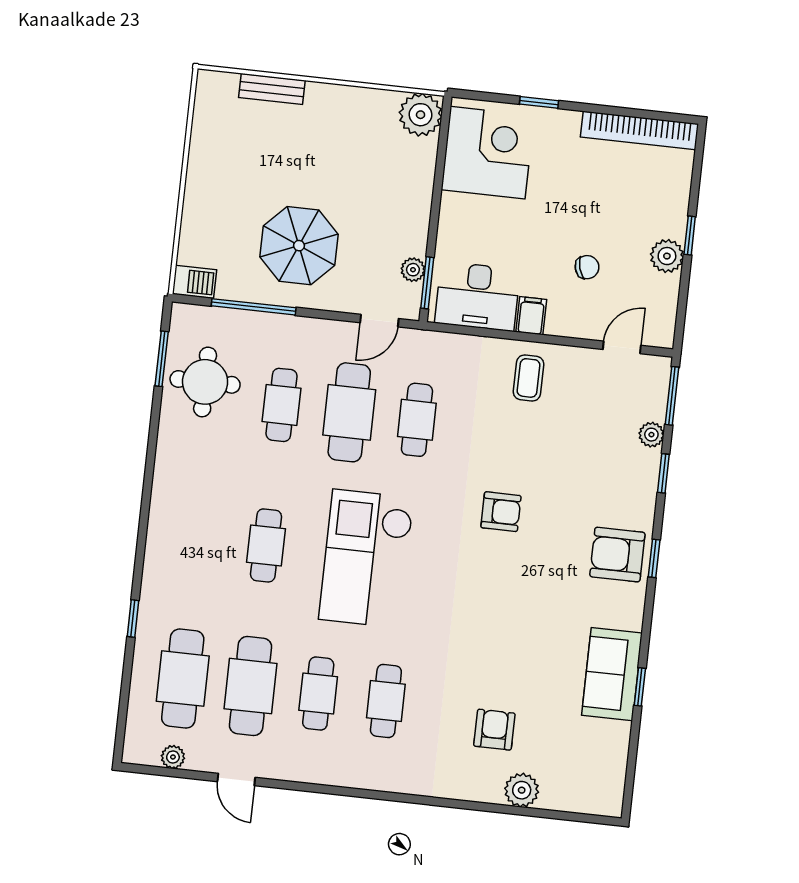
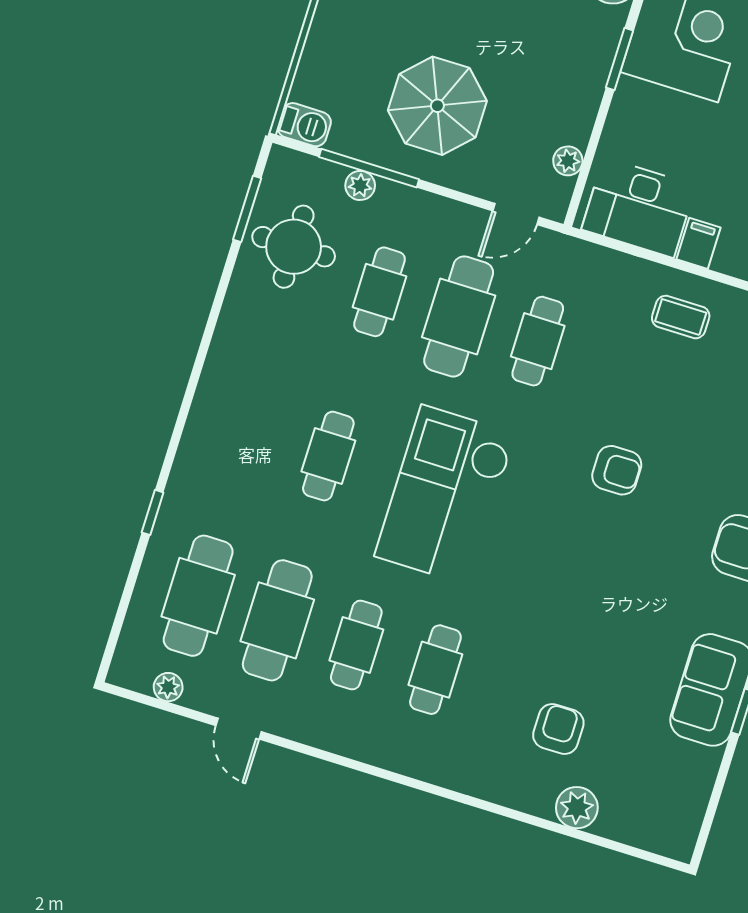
window: (427, 283) -> (620, 59), moved
plant: (249, 322) -> (360, 185), added
coffee table: (528, 378) -> (681, 317), turned 90

